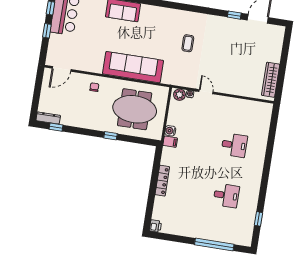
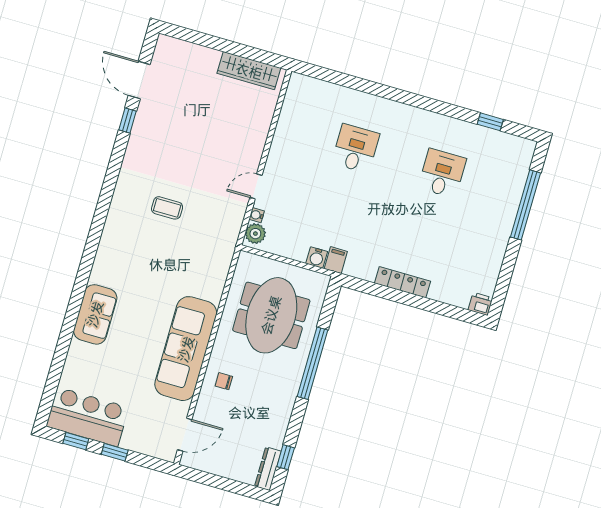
sofa: (133, 67) -> (186, 349), moved
door: (62, 69) -> (185, 435), hinge flipped
window: (111, 136) -> (313, 363), width x3.17

